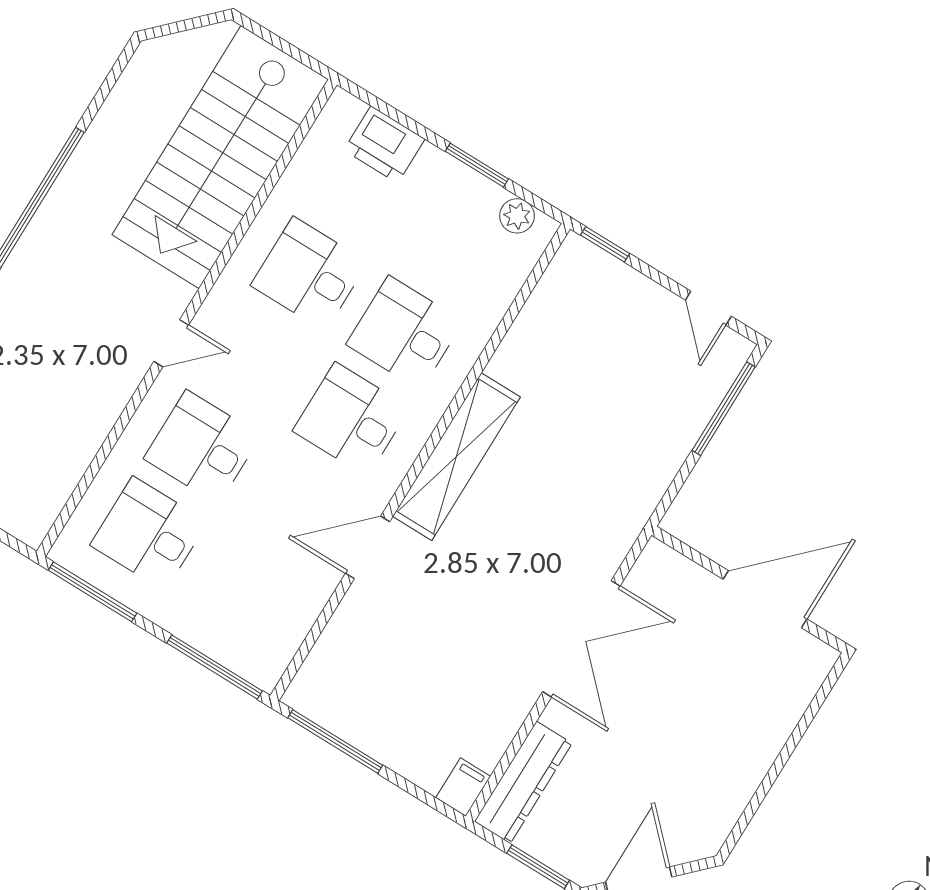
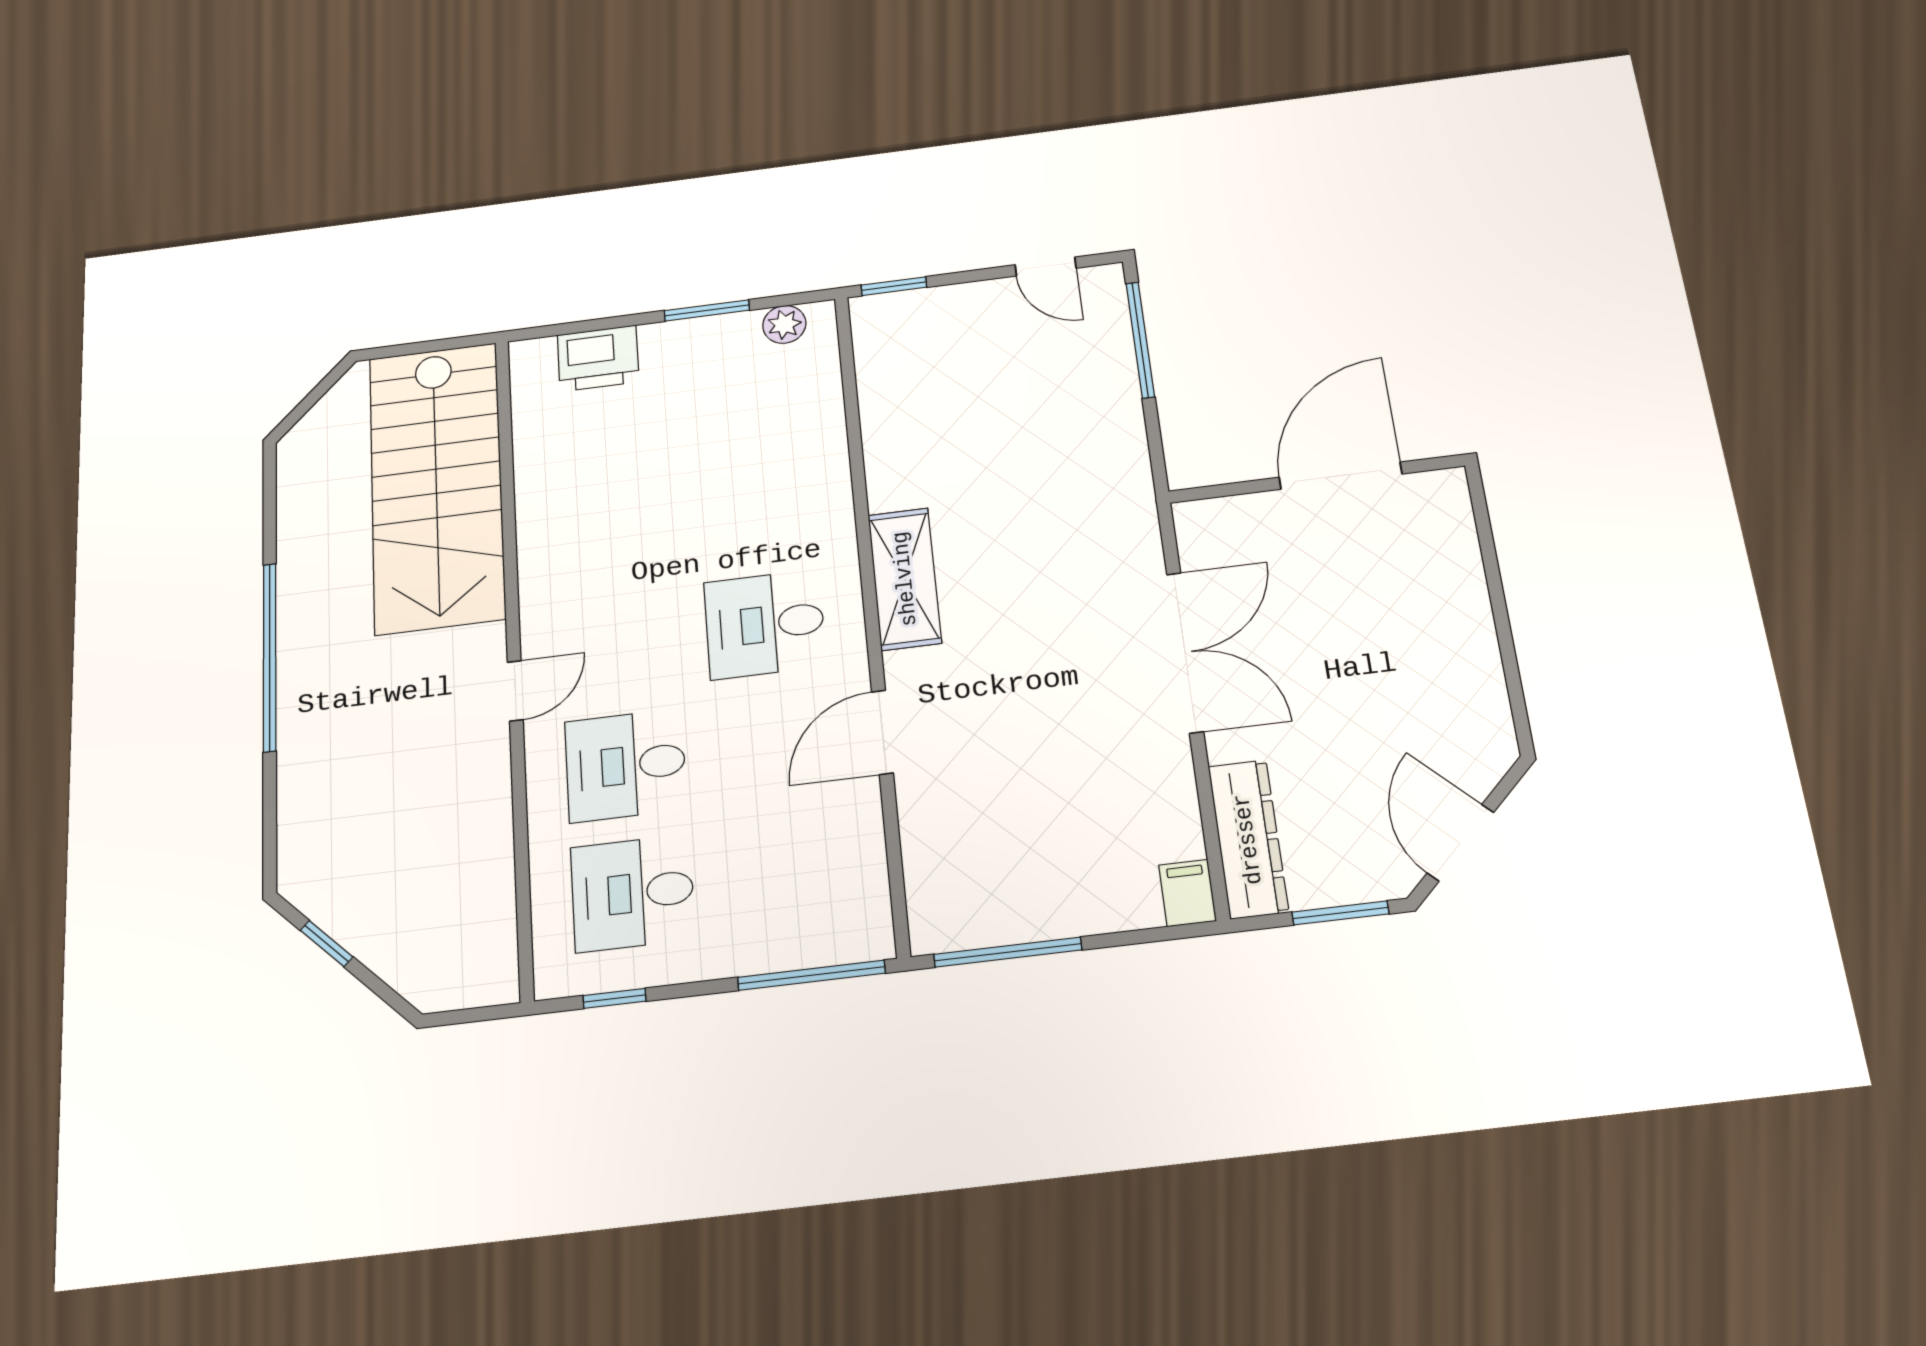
desk: (309, 274) -> (612, 524), removed
desk: (405, 333) -> (756, 506), removed
shelving: (456, 457) -> (905, 579), width x0.68
window: (93, 592) -> (614, 998), width x0.46

